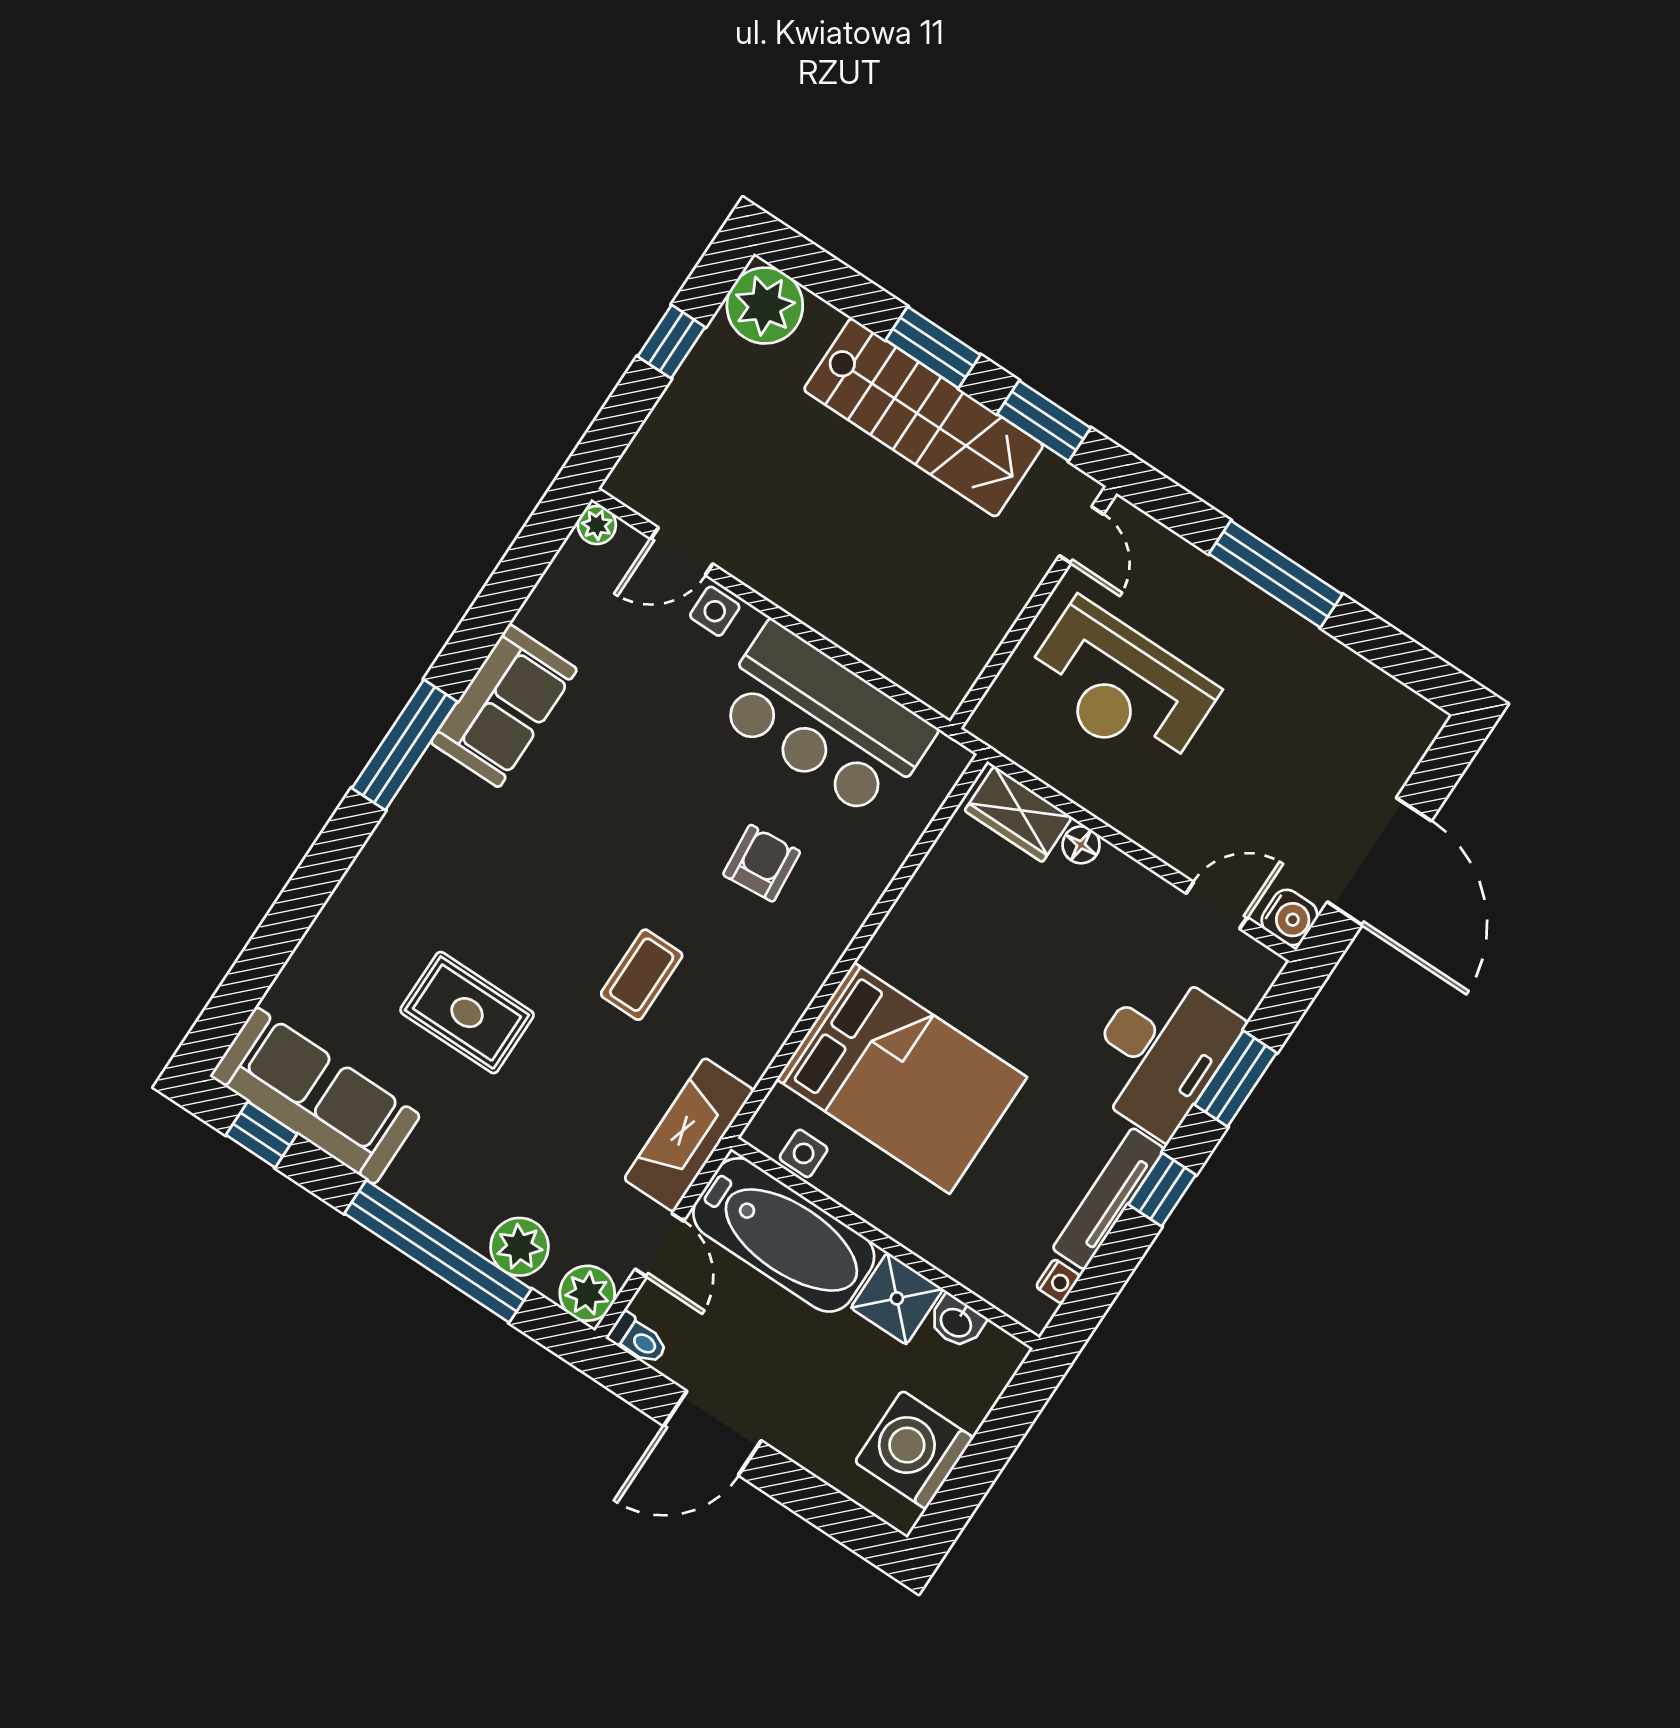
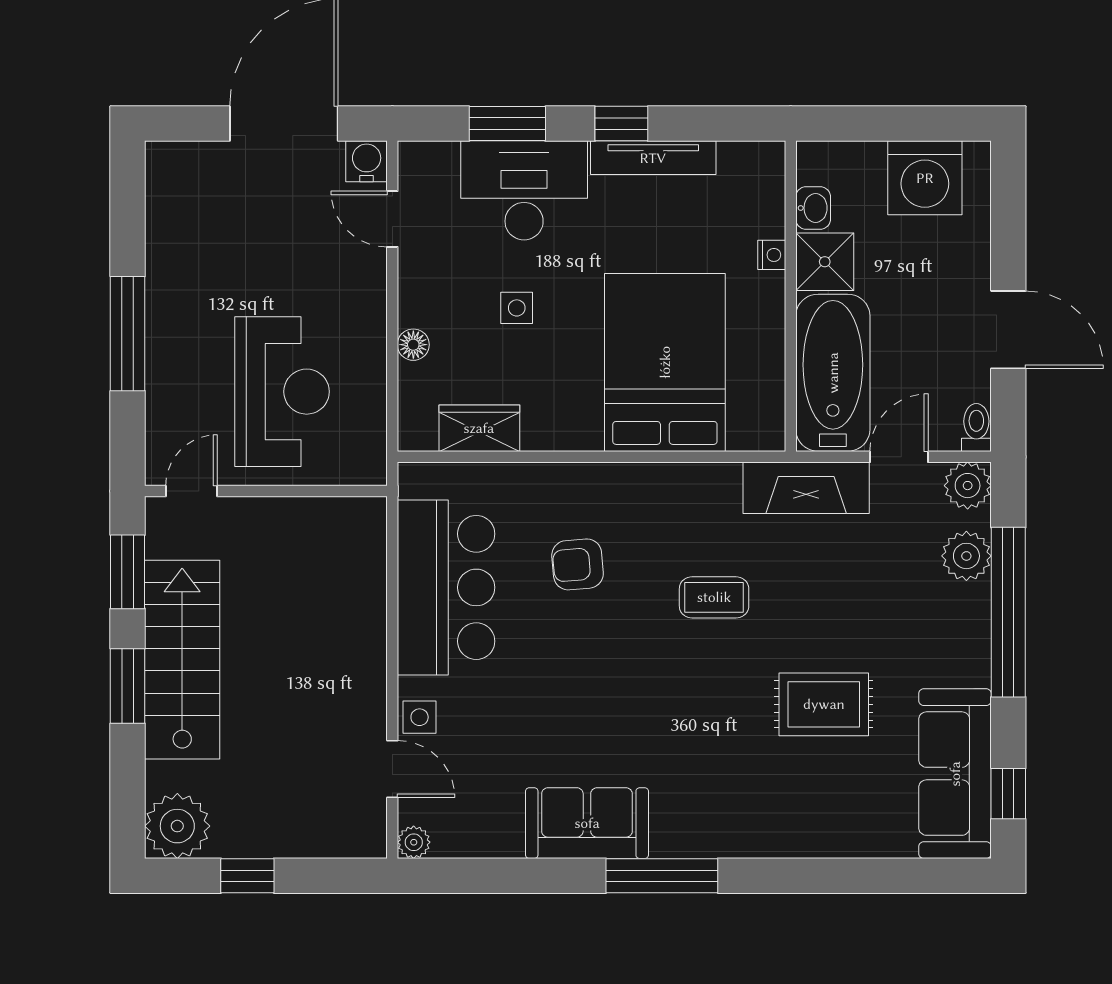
wardrobe: (1018, 814) -> (479, 428), moved, turned -90
rug: (467, 1013) -> (824, 704), turned 90
side table: (804, 1153) -> (517, 308), moved
nightstand: (1058, 1281) -> (772, 255), moved, turned 90

